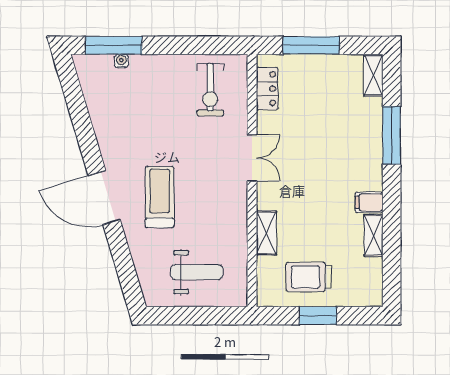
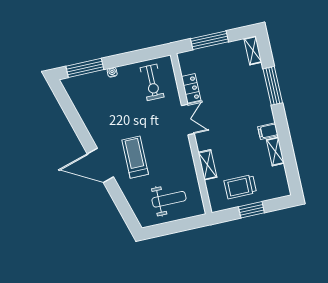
water cooler: (121, 61) -> (112, 72), moved
locker: (267, 89) -> (191, 88), moved

